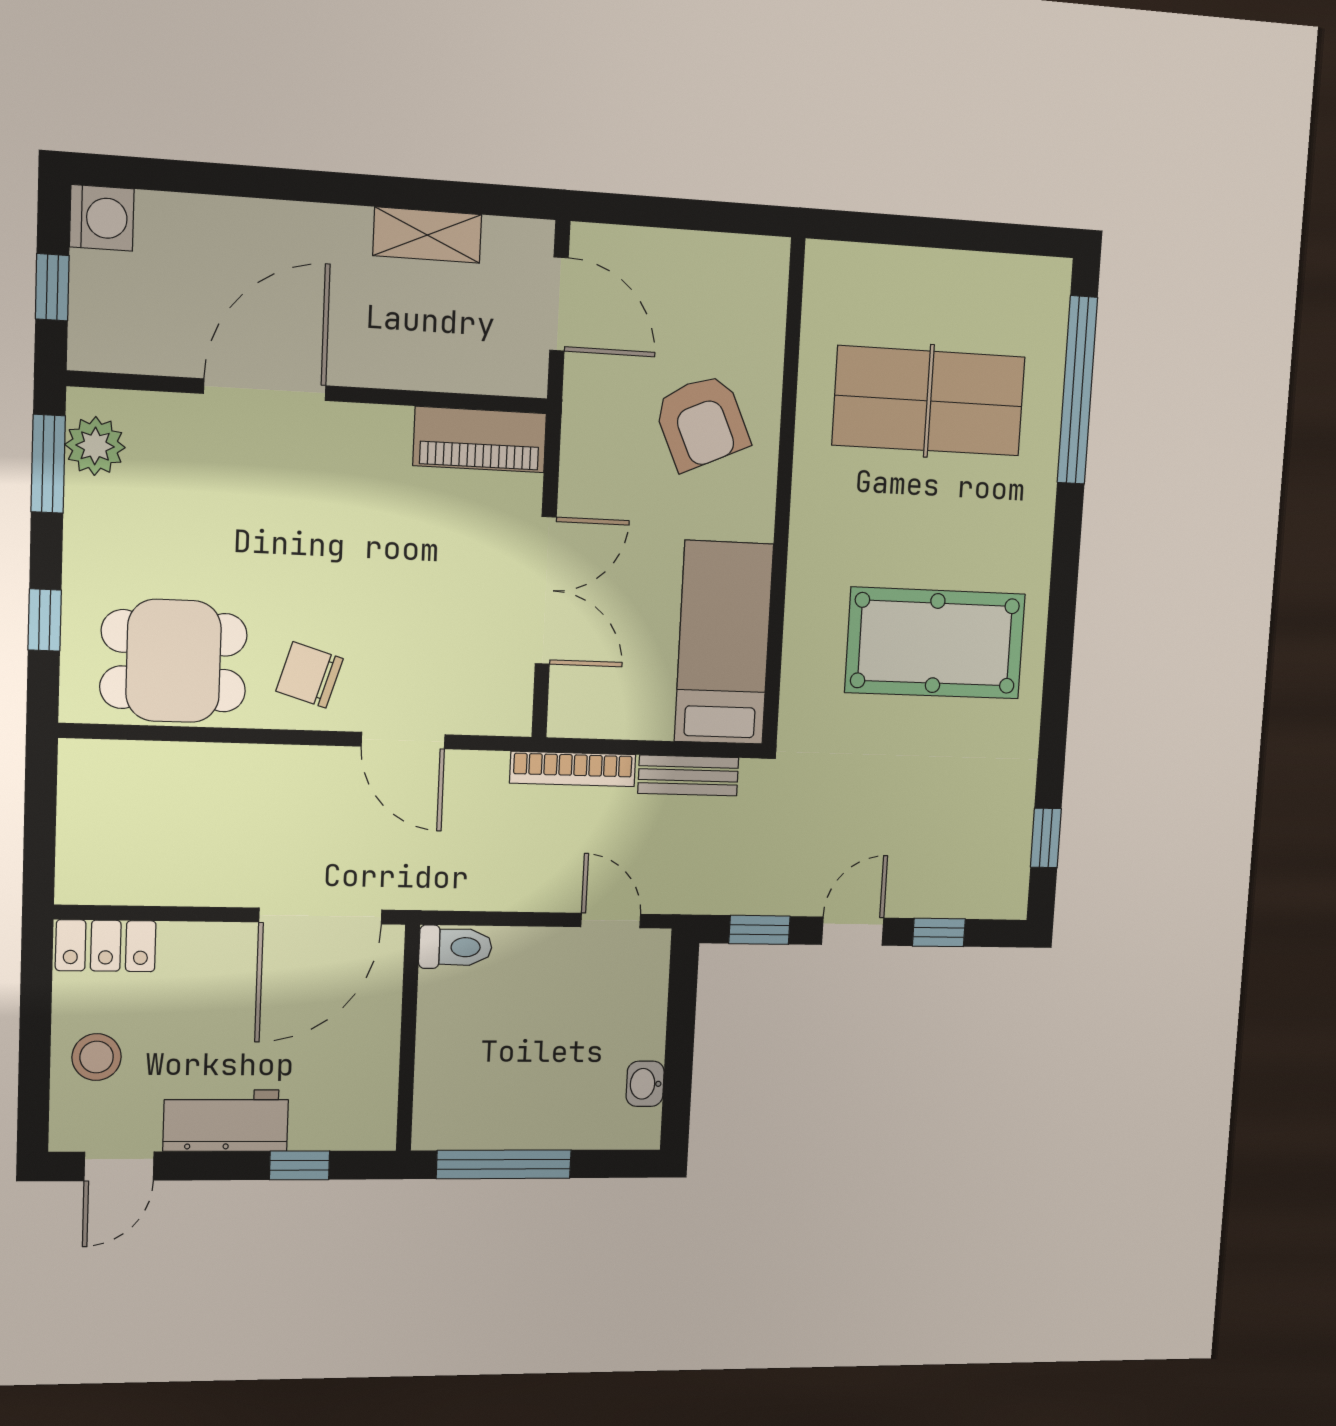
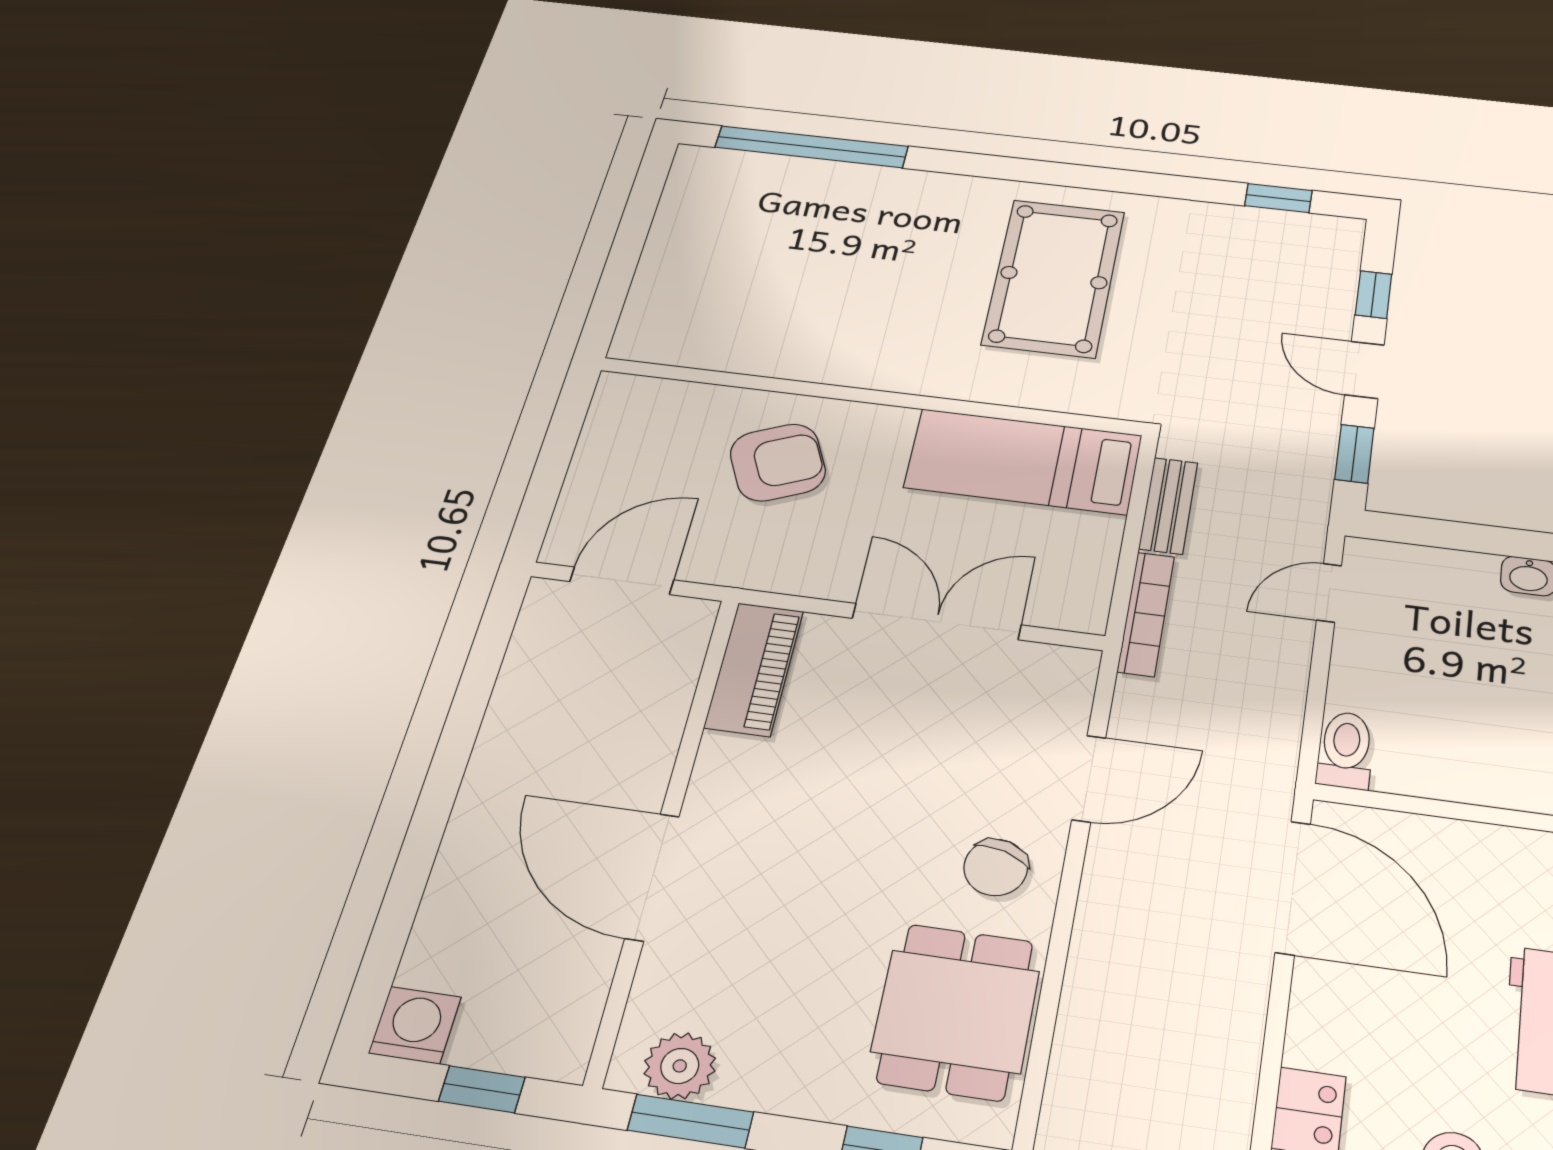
shelving: (427, 235) -> (517, 697), removed
table tennis table: (929, 401) -> (797, 267), removed

